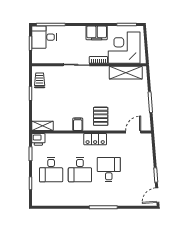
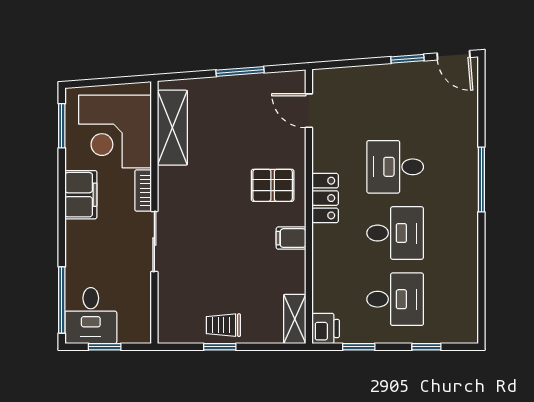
trolley: (40, 80) -> (223, 325), moved

